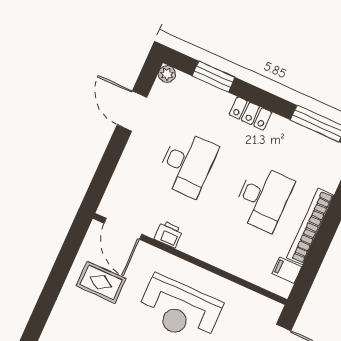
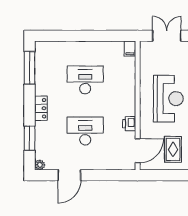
bookcase: (310, 226) -> (89, 46), removed
filing cabinet: (287, 270) -> (130, 48), moved

